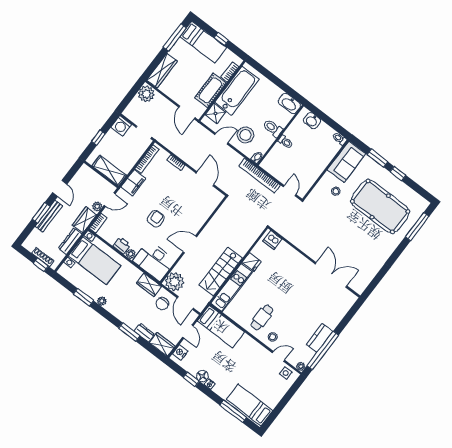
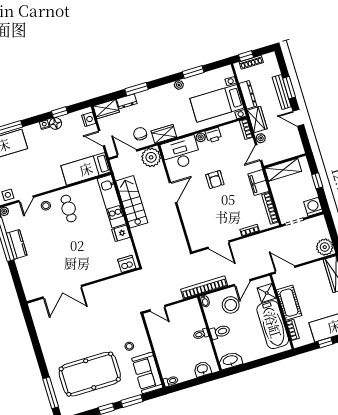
bookcase: (260, 176) -> (204, 287), moved

